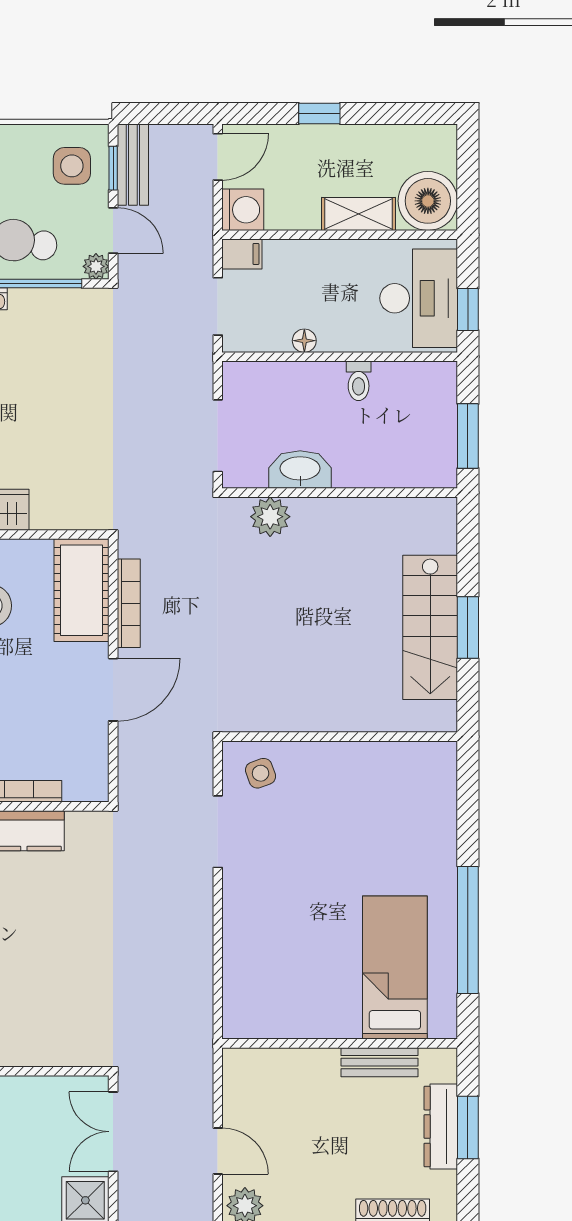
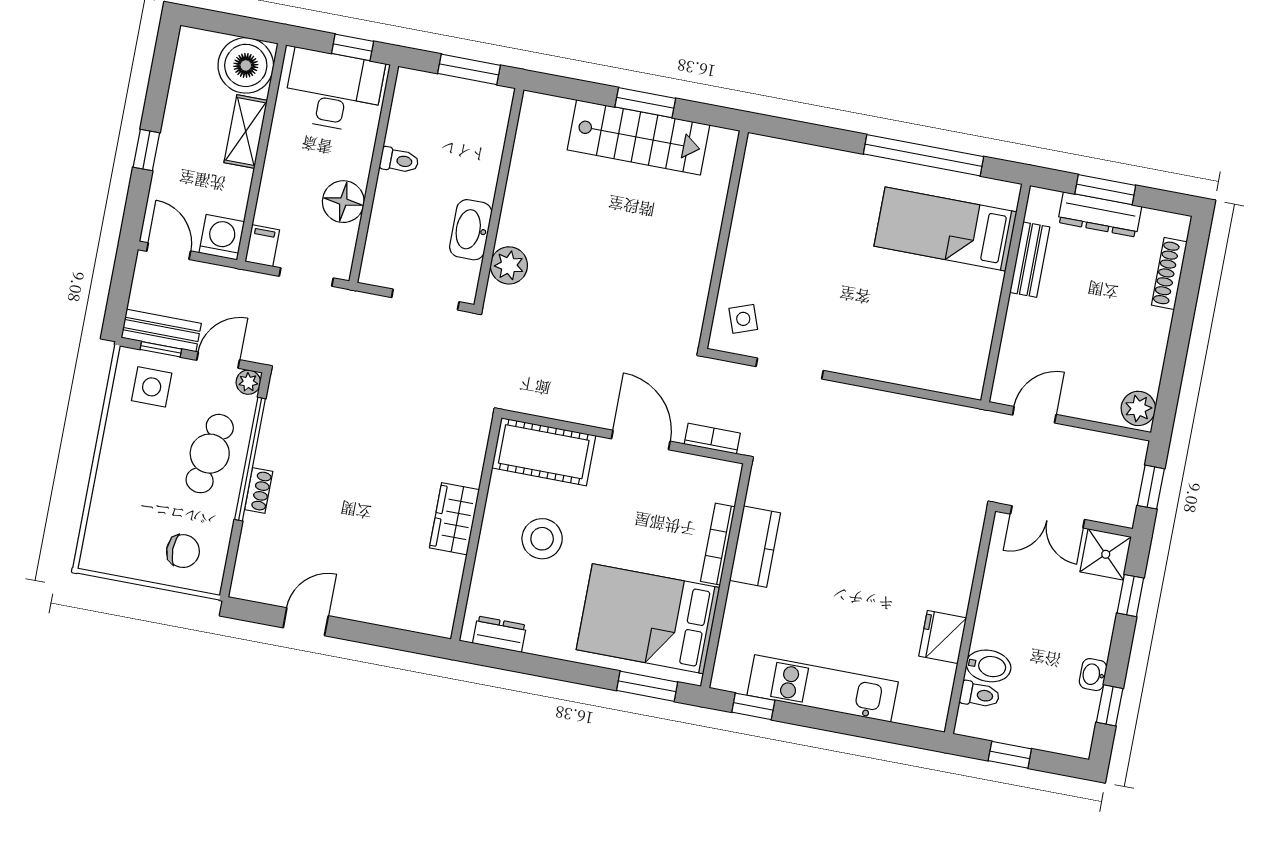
floor lamp: (304, 341) -> (343, 202), width x1.89, depth x1.89
bookcase: (129, 603) -> (712, 439), moved, width x0.64
door: (218, 1151) -> (1034, 415), moved

